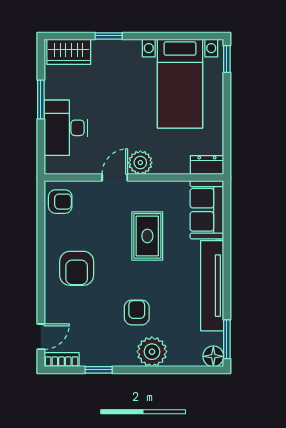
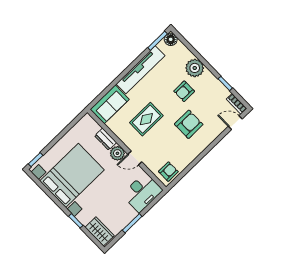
bed with nightstands: (180, 84) -> (72, 175), width x1.36
desk: (66, 128) -> (142, 192), moved
dresser: (207, 165) -> (106, 139), moved
armchair: (60, 202) -> (168, 172), turned 90
armchair: (77, 268) -> (189, 124), moved

